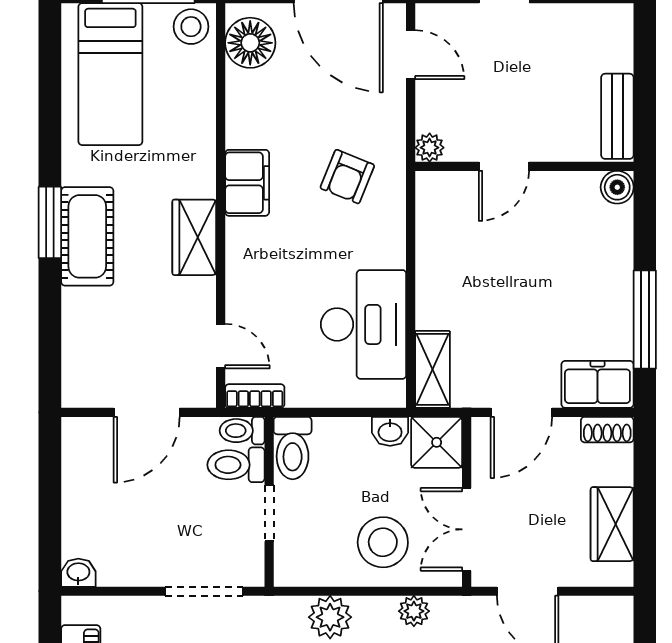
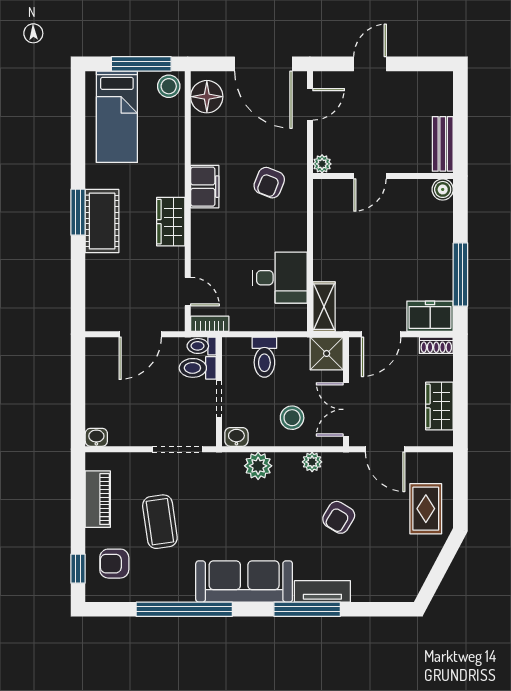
door: (411, 55) -> (310, 104), hinge flipped
desk: (364, 324) -> (280, 278), width x0.73
washbasin: (390, 431) -> (236, 437), moved, turned 180
toilet: (293, 448) -> (264, 357), moved
stool: (383, 542) -> (292, 418), width x0.73, depth x0.73

